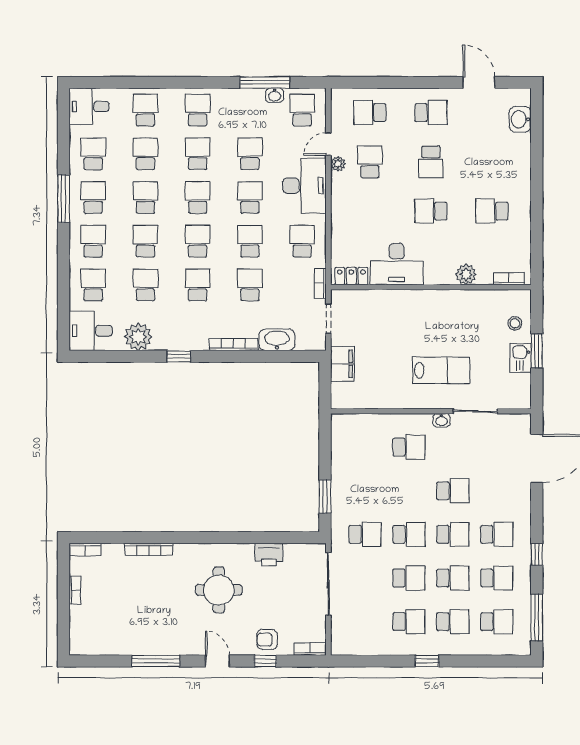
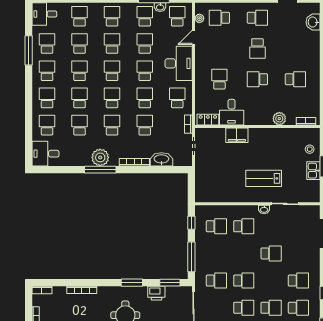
school desk: (250, 110) -> (145, 16), added
school desk: (370, 162) -> (219, 79), moved
plant: (338, 164) -> (199, 18), moved
window: (64, 199) -> (29, 50), moved
school desk: (492, 211) -> (295, 79), turned 180
desk: (397, 264) -> (232, 112), width x0.73
plant: (138, 337) -> (100, 157), moved
window: (179, 356) -> (100, 170), width x2.17
filing cabinet: (342, 364) -> (237, 135), moved, turned 90
lab bench: (441, 370) -> (264, 178), turned 180
window: (325, 442) -> (191, 223), added
window: (325, 496) -> (191, 257), width x1.44
school desk: (453, 534) -> (216, 226), moved
window: (229, 538) -> (132, 283), added
window: (290, 538) -> (170, 283), added

